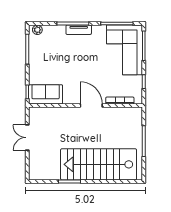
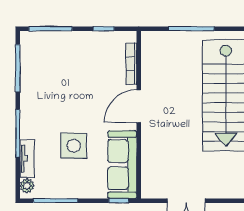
tv unit: (79, 30) -> (27, 159), moved
corner sofa: (124, 50) -> (57, 57), removed
side table: (64, 61) -> (74, 146), added
sofa: (46, 94) -> (122, 165), width x1.36

